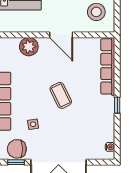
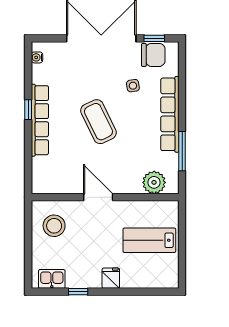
plant: (29, 47) -> (154, 182), moved
row of seats: (108, 66) -> (40, 120), moved
coffee table: (61, 95) -> (98, 122), width x1.36, depth x1.32

